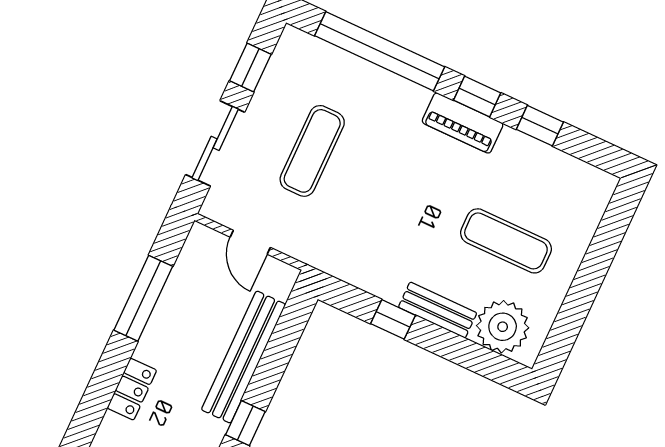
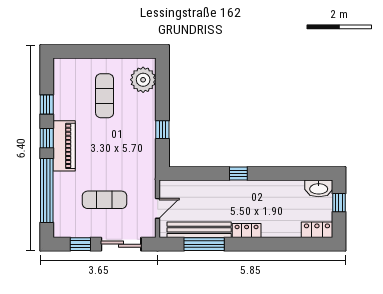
piano: (463, 123) -> (64, 146), width x1.37, depth x1.33
bench: (438, 310) -> (149, 112), removed
bench: (243, 357) -> (199, 230), moved

